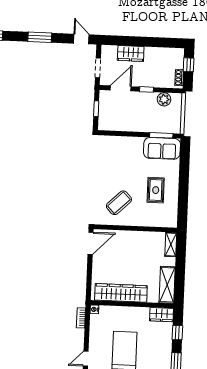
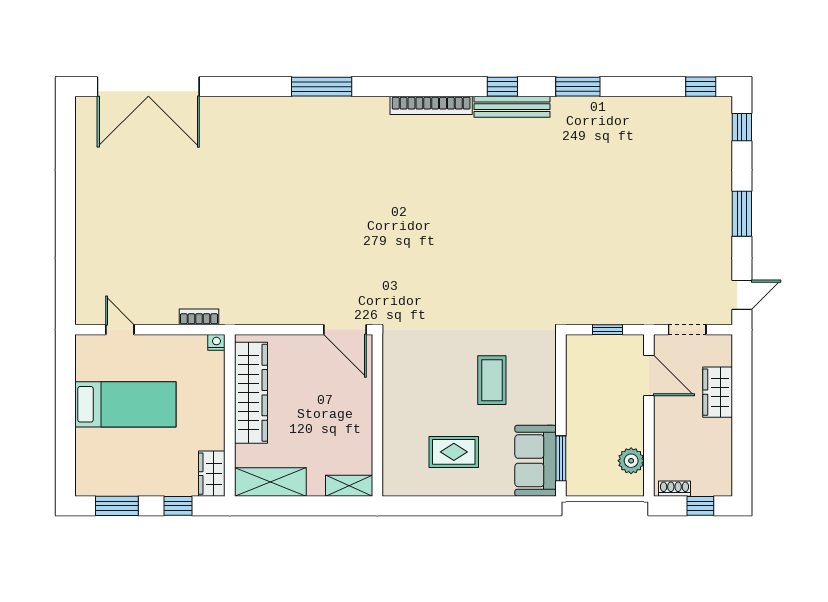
window: (147, 89) -> (649, 426), removed
coffee table: (119, 203) -> (492, 380), moved, turned 44

